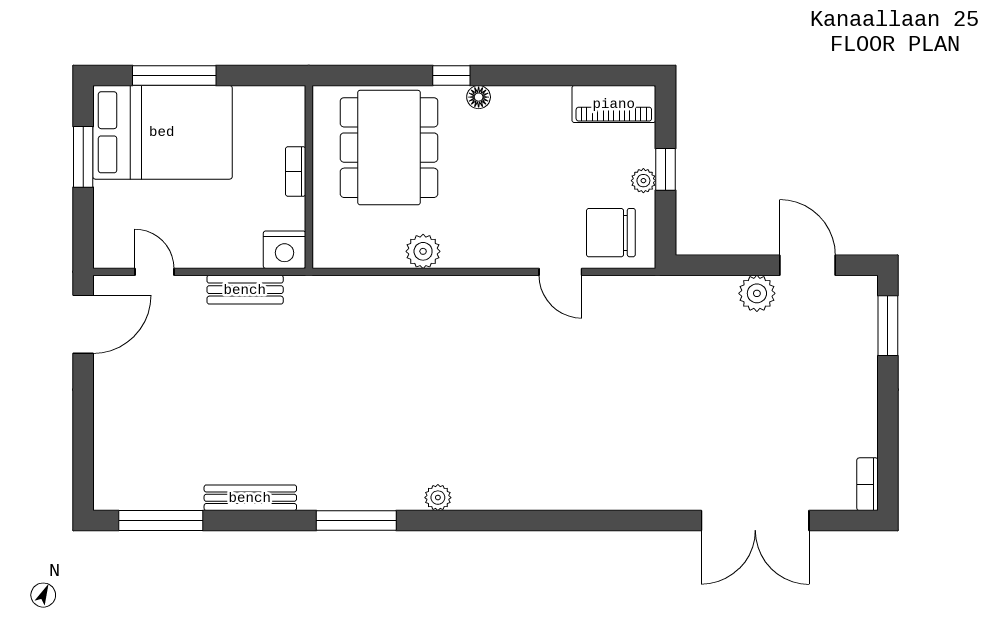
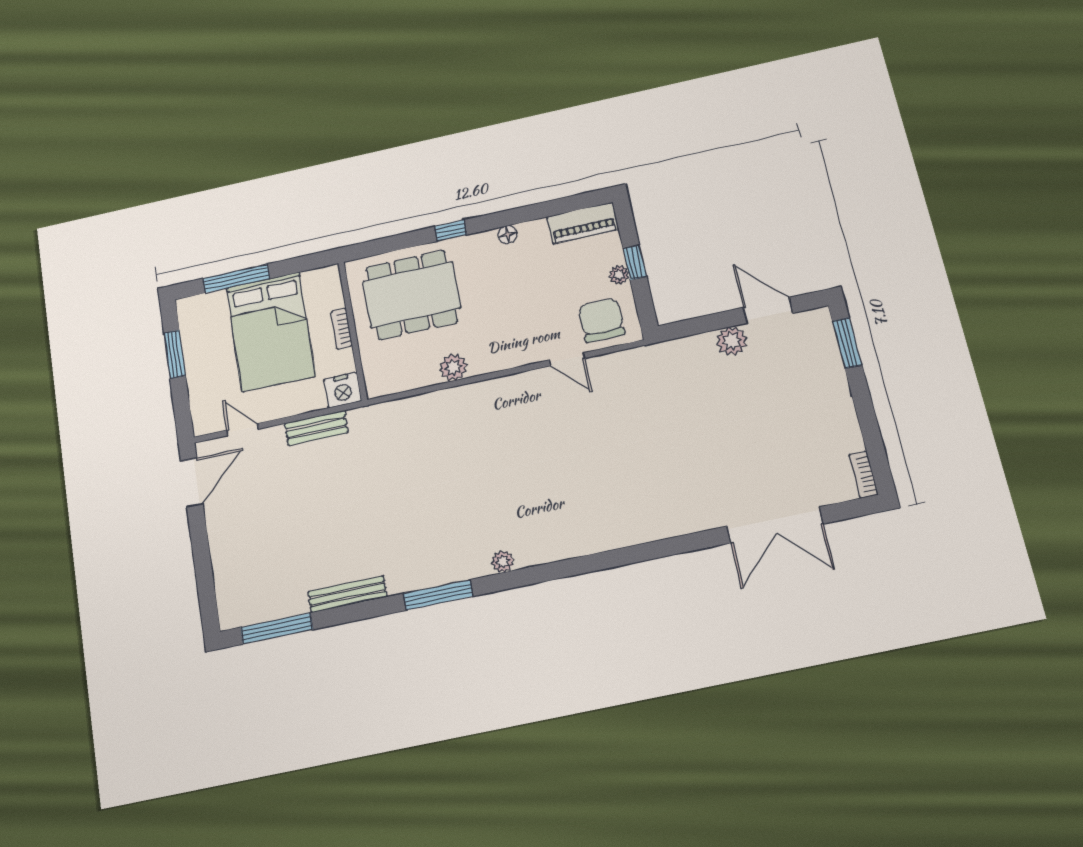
floor lamp: (479, 97) -> (507, 234), moved
bed: (162, 132) -> (271, 332), moved, turned 90
dining table: (389, 148) -> (412, 295), turned 90
chair: (611, 233) -> (602, 320), turned 90

